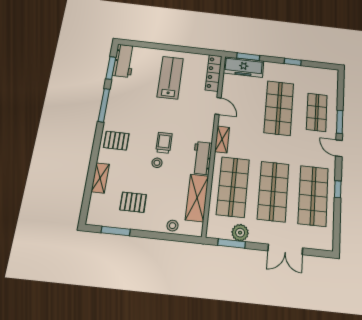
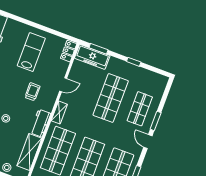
locker: (214, 73) -> (69, 51), width x0.66
door: (218, 106) -> (63, 85), hinge flipped
trolley: (164, 143) -> (32, 92), moved

